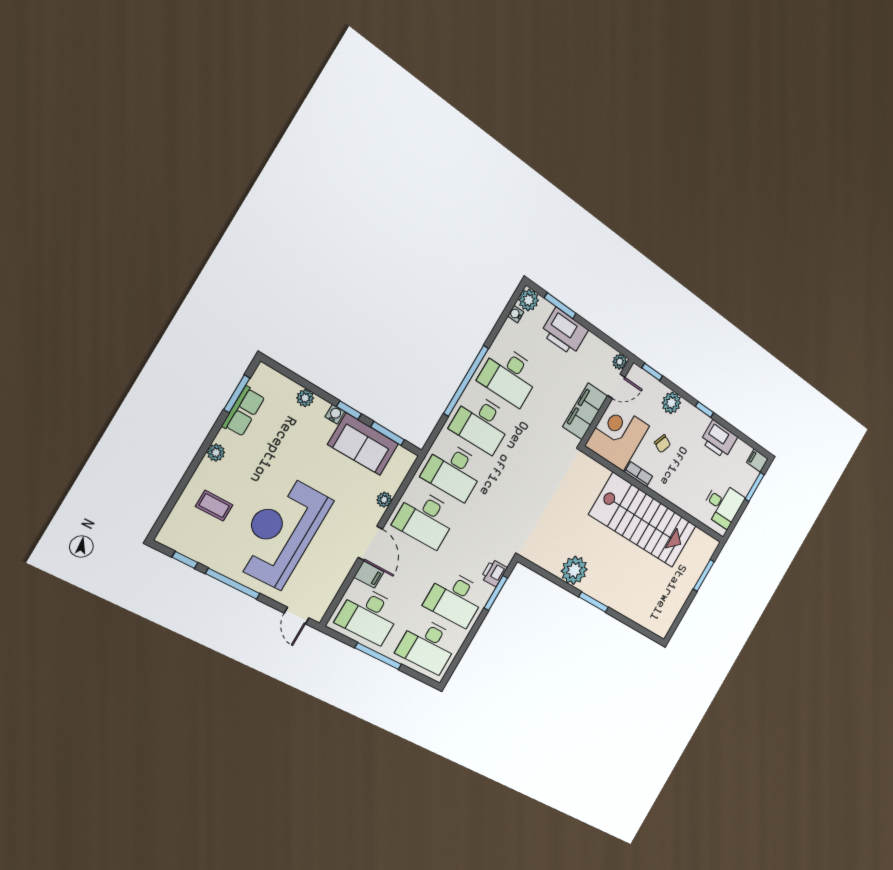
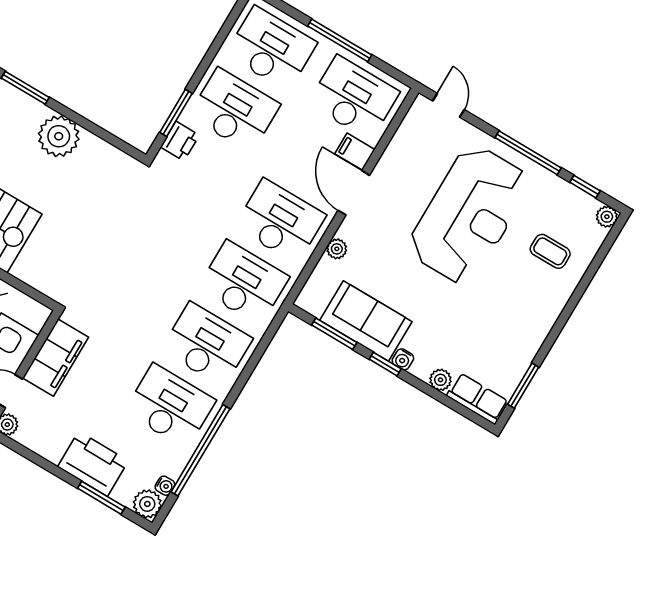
window: (466, 381) -> (200, 450), moved
row of seats: (243, 411) -> (478, 399), moved, turned 90
plant: (216, 453) -> (607, 217), moved

